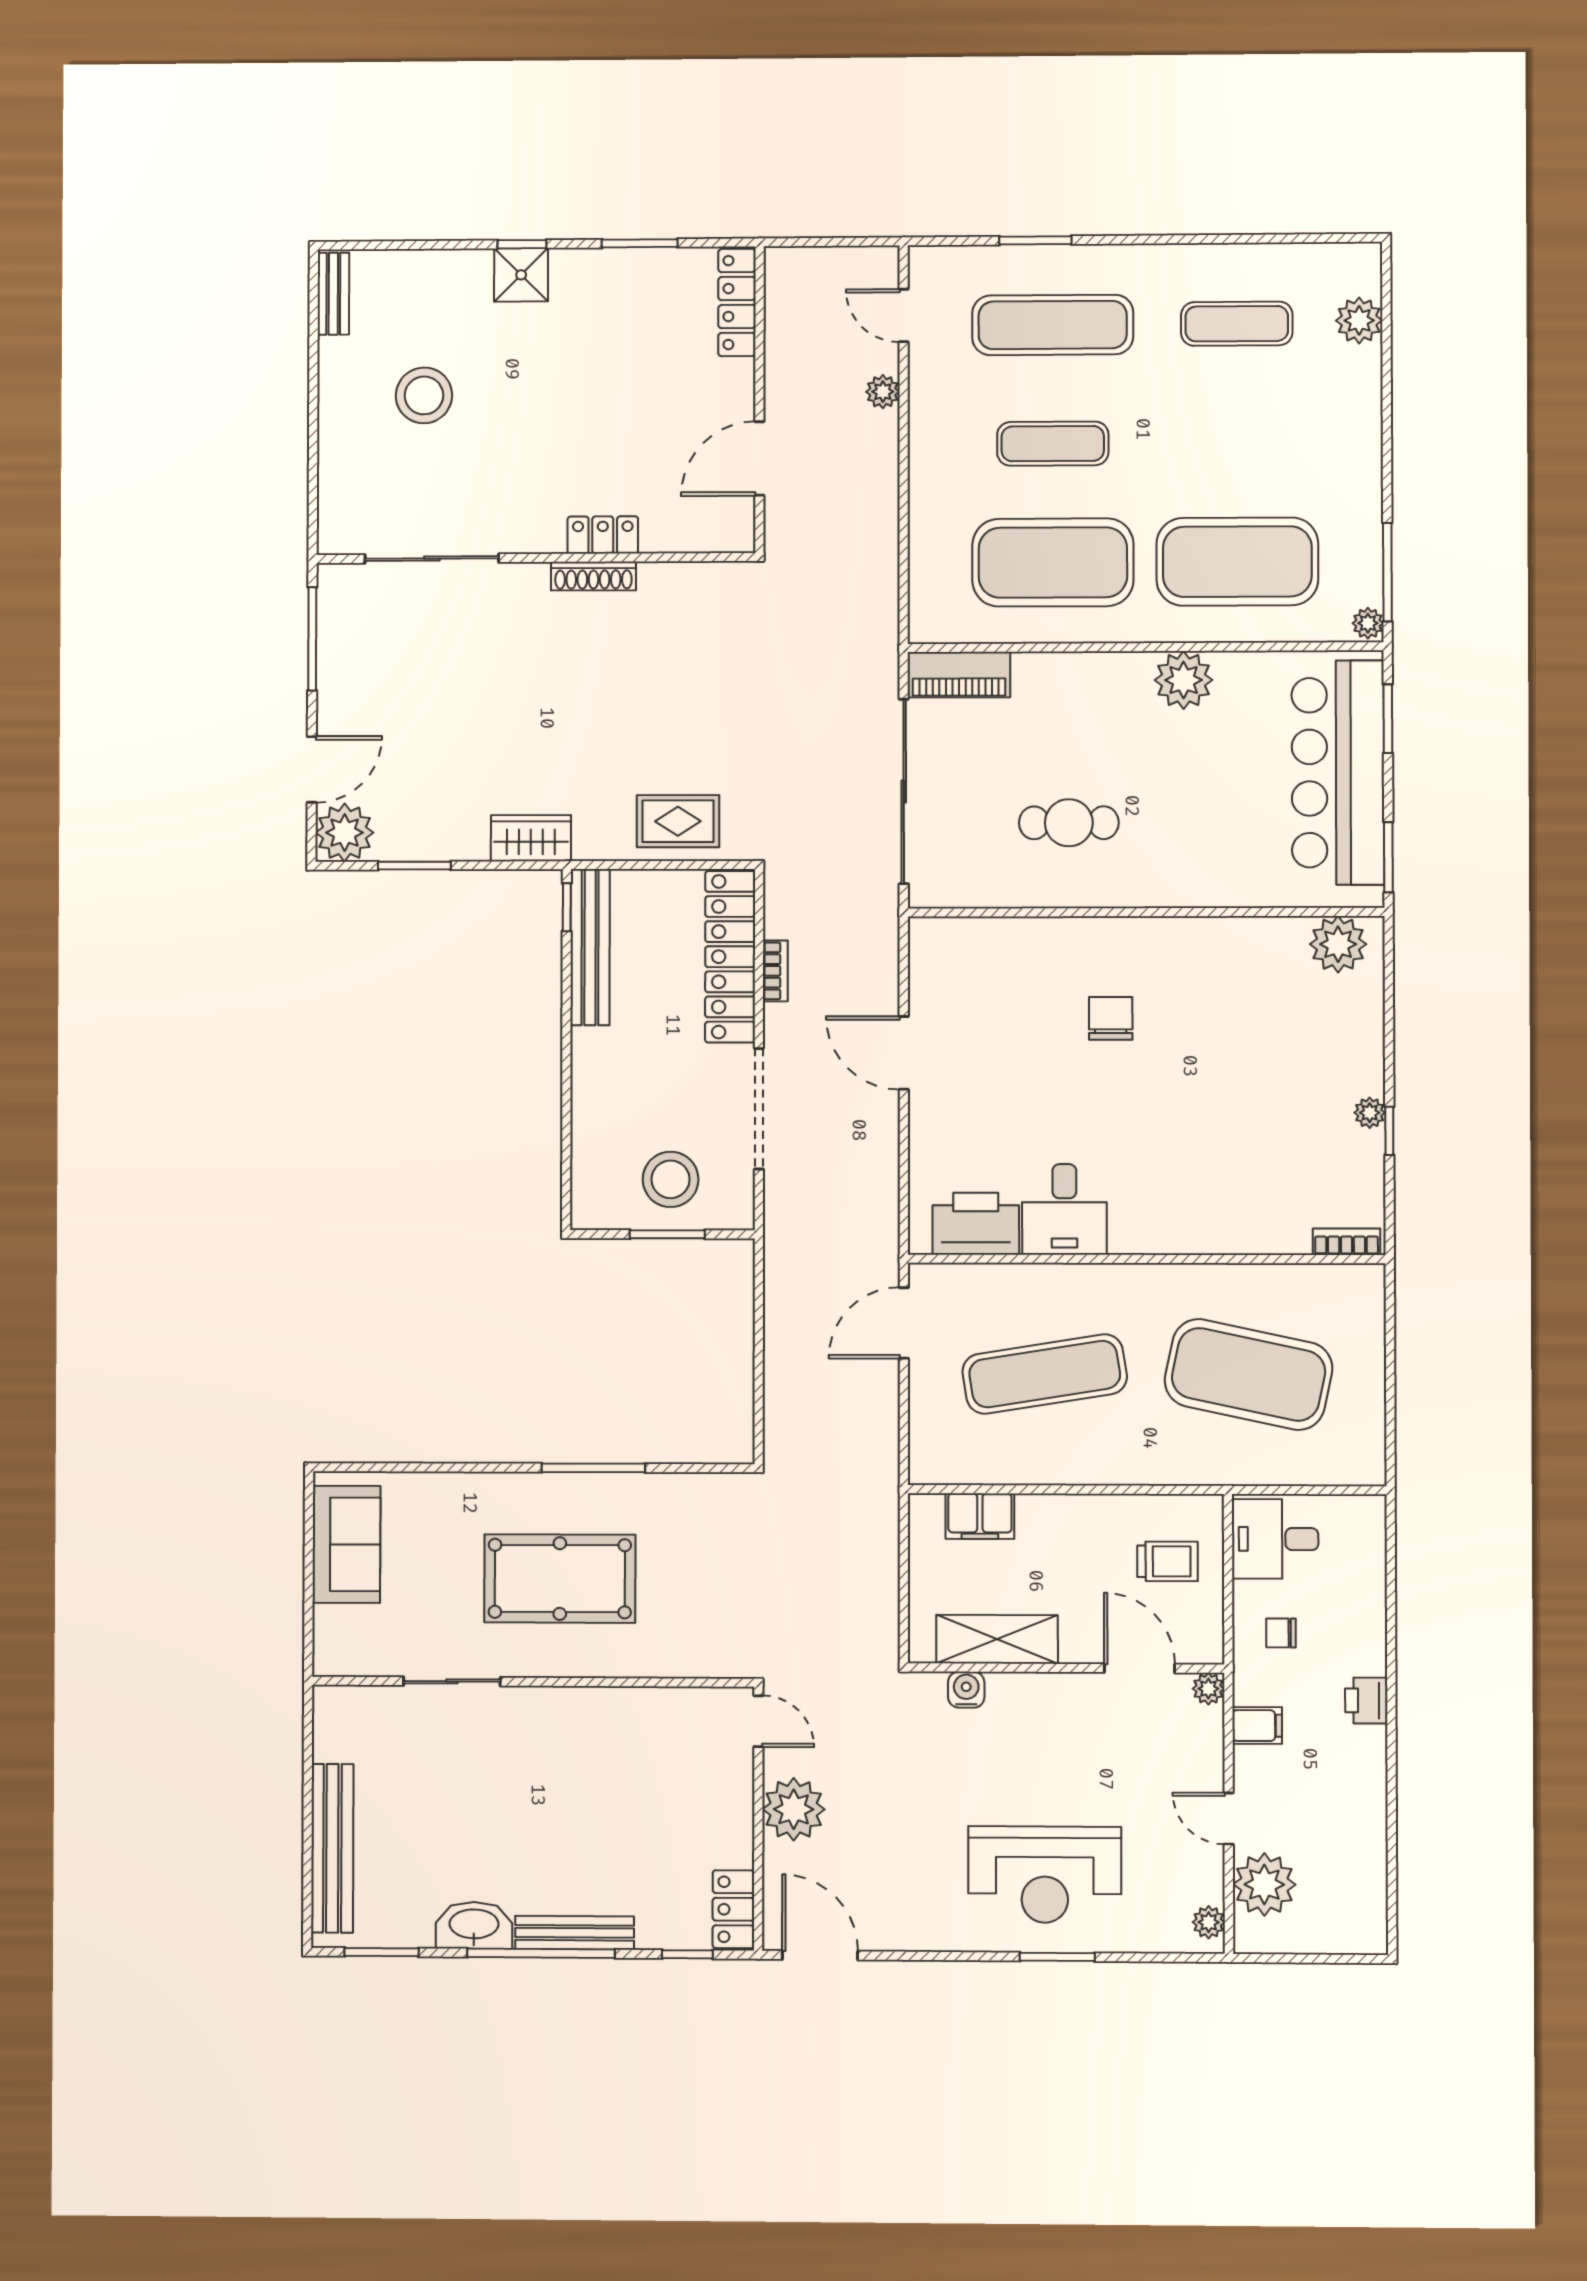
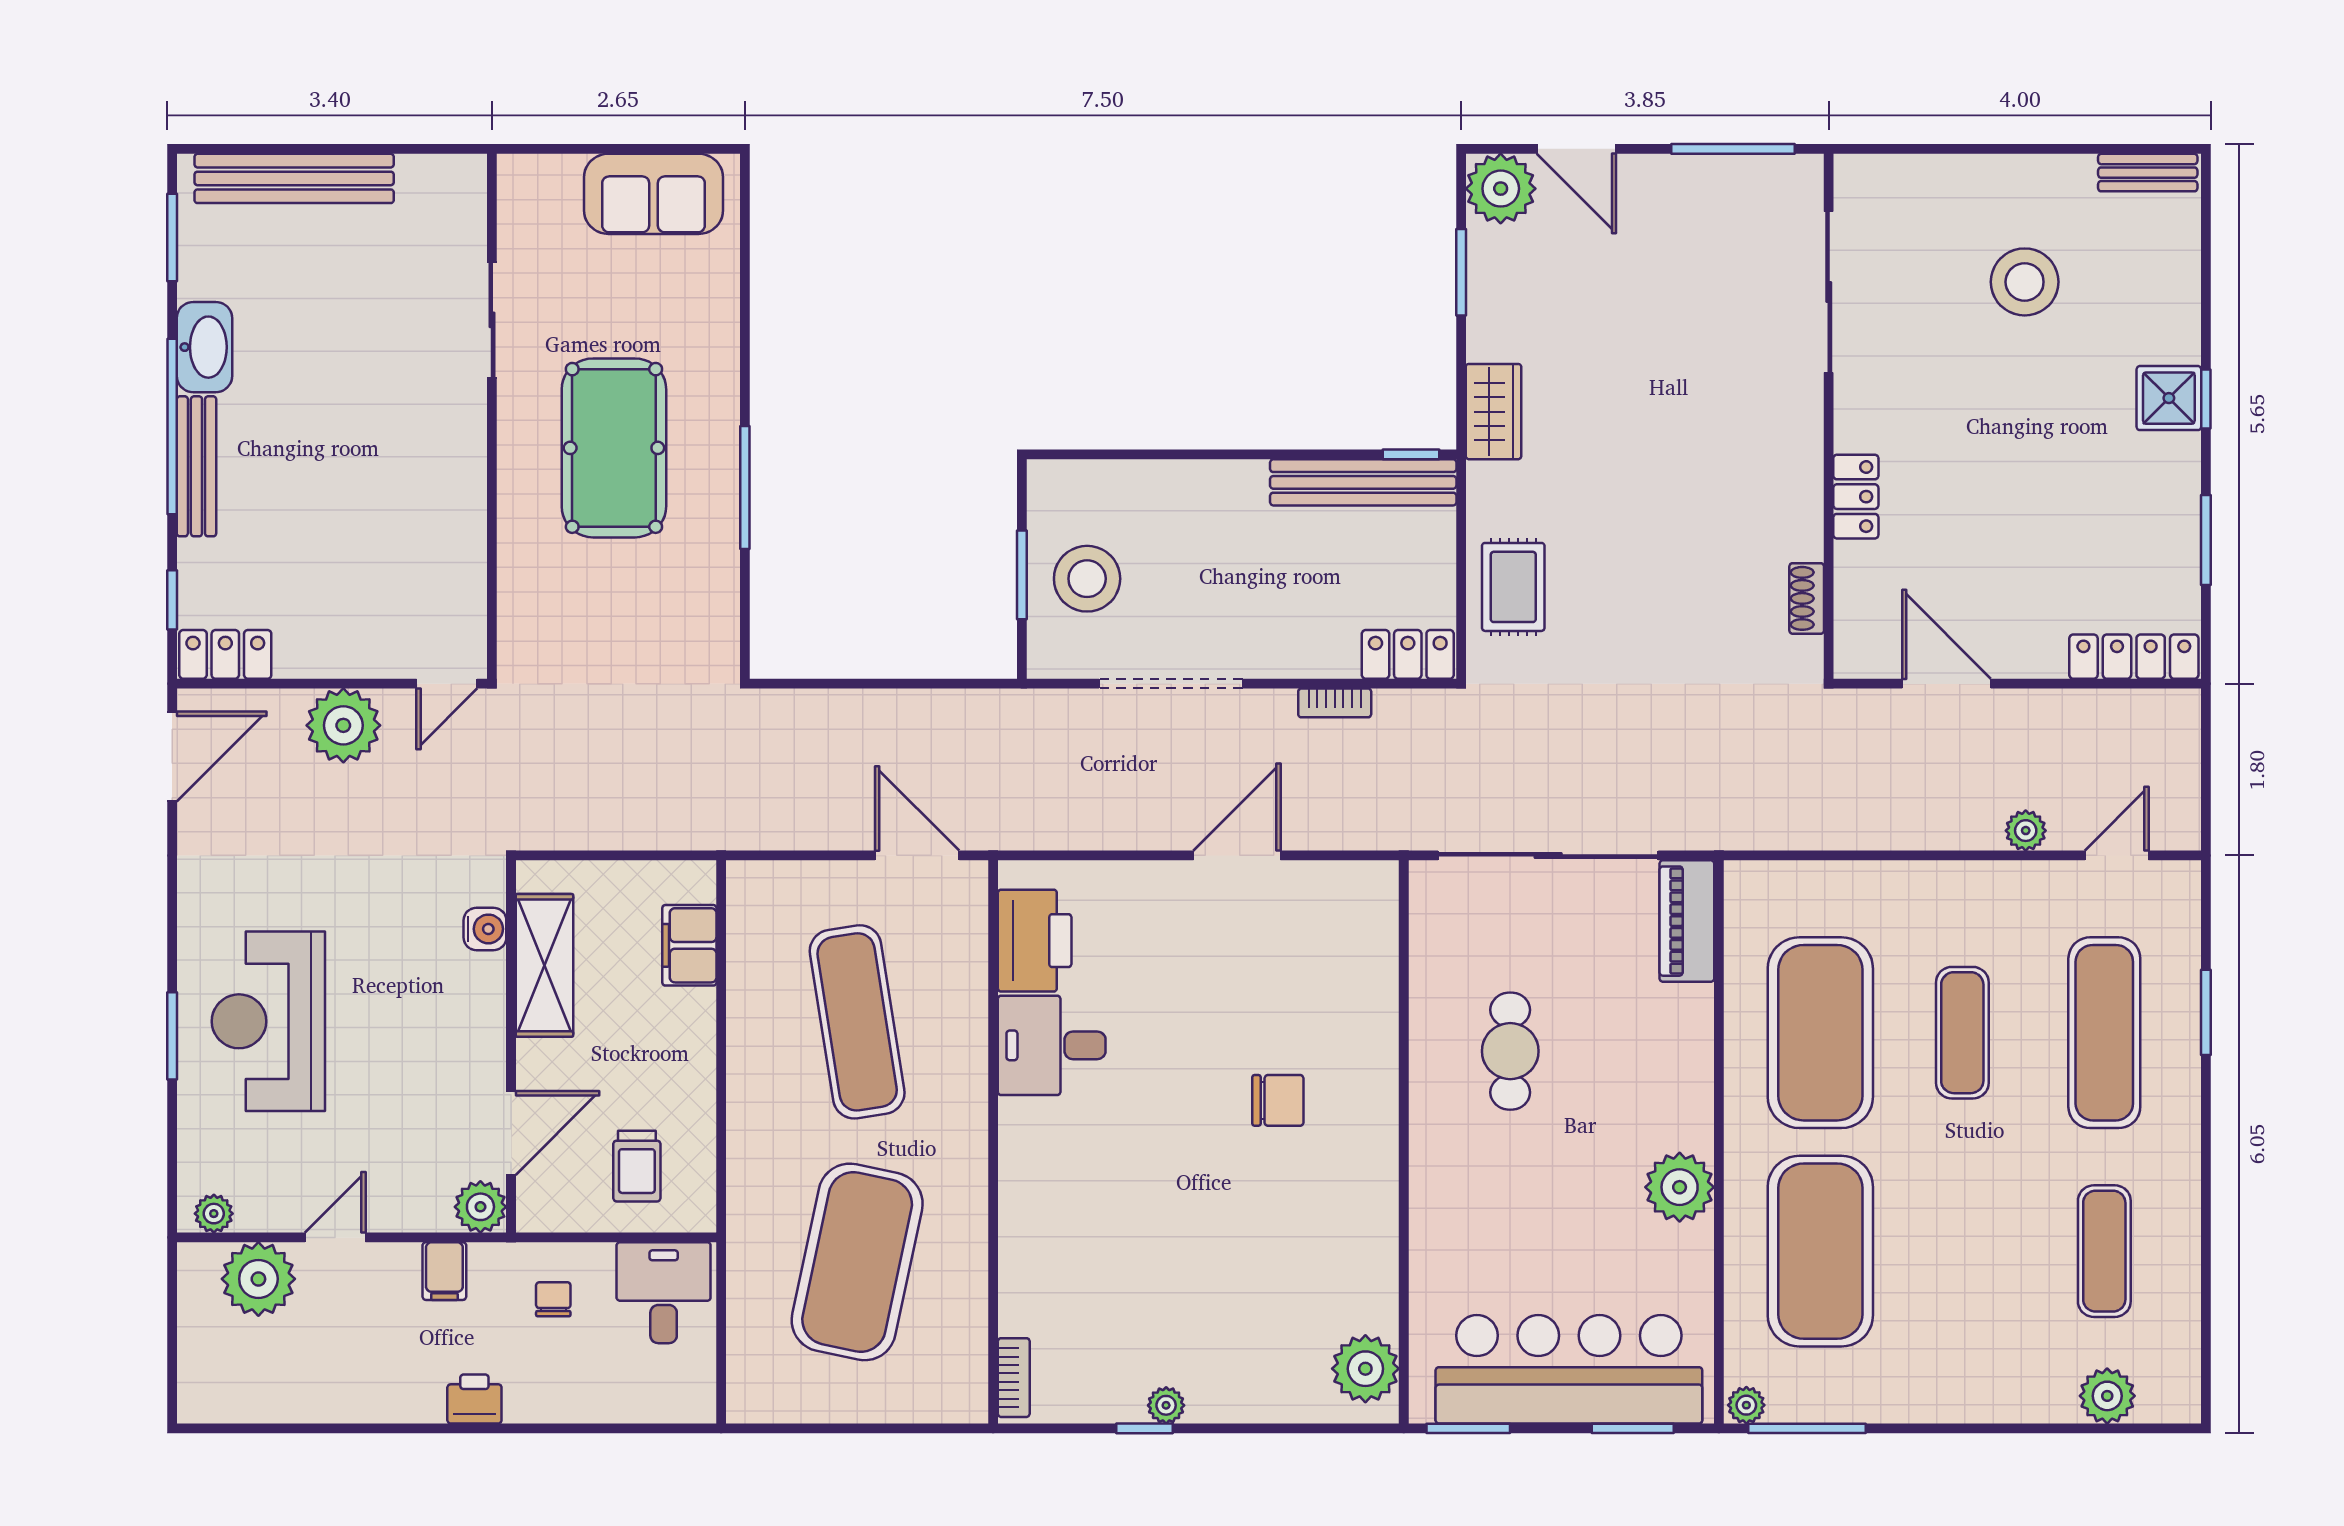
shoe rack: (593, 576) -> (1807, 598), moved, width x0.70
locker: (730, 957) -> (1408, 654), width x0.46, depth x0.83
plant: (1208, 1689) -> (480, 1207), width x1.38, depth x1.38

